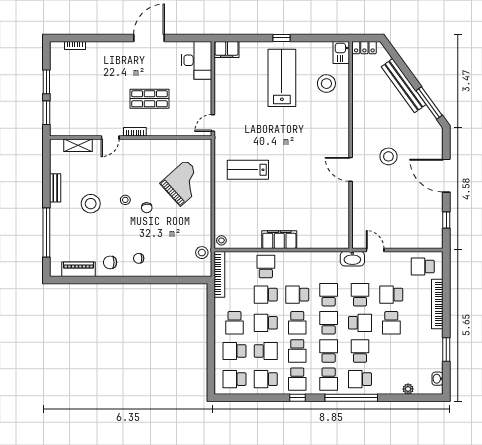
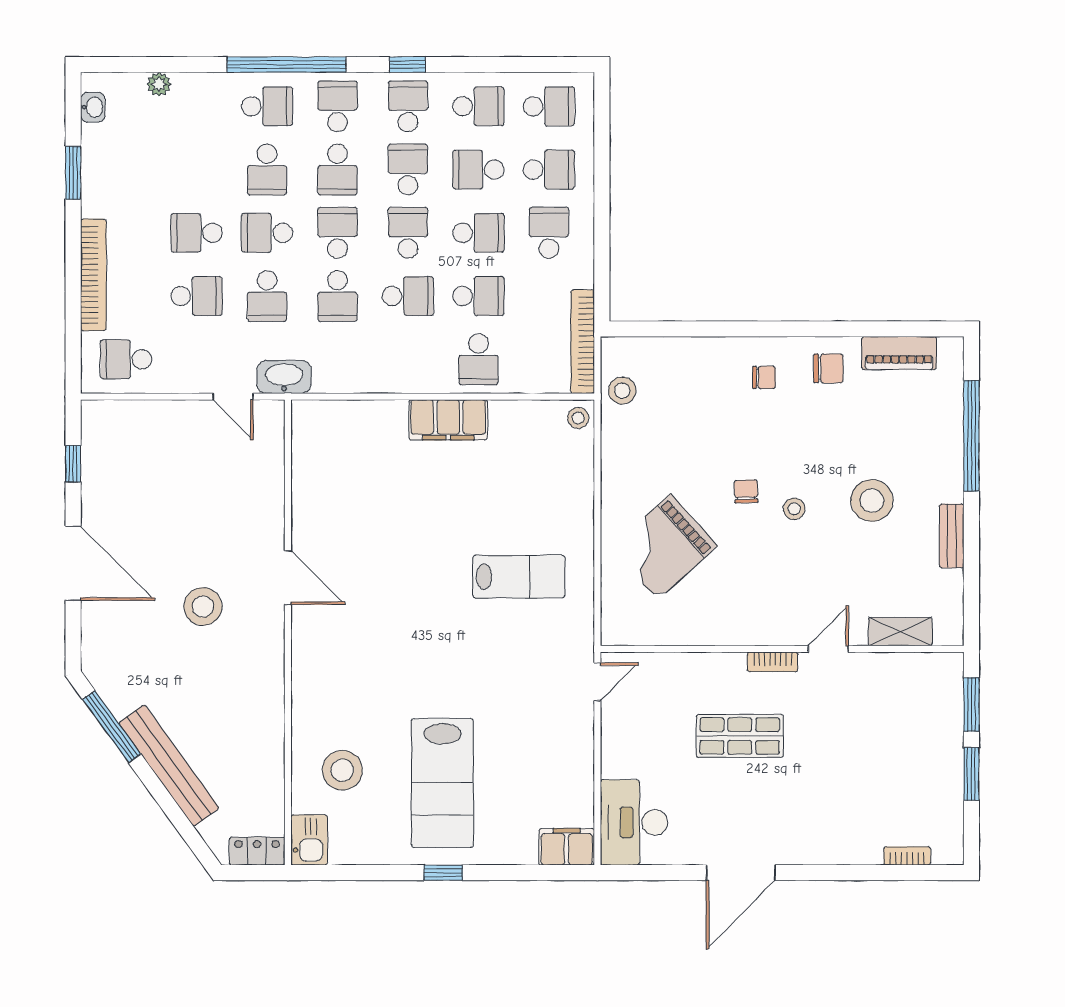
school desk: (423, 266) -> (126, 359), turned 180
school desk: (329, 323) -> (337, 233), turned 180
school desk: (391, 323) -> (197, 233), turned -90

